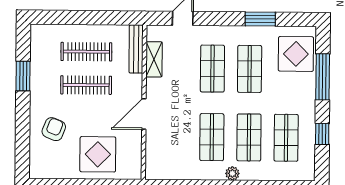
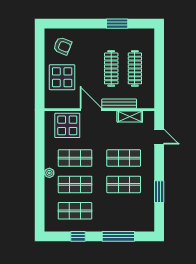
bench: (136, 49) -> (119, 104), moved
display table: (296, 54) -> (67, 125), moved
armchair: (54, 129) -> (63, 46), moved

